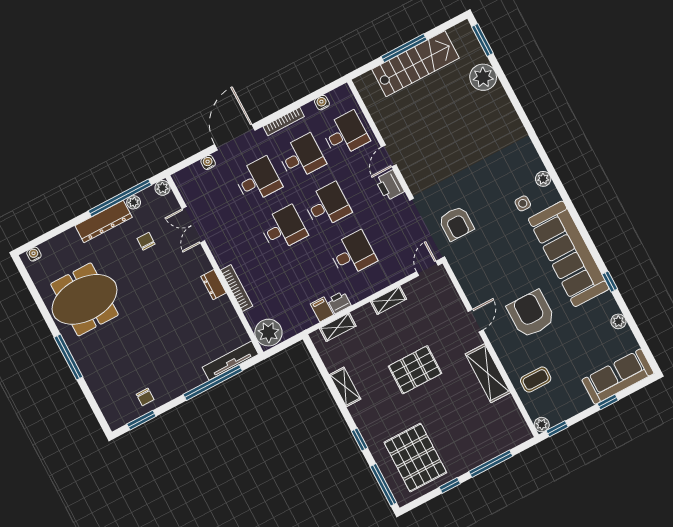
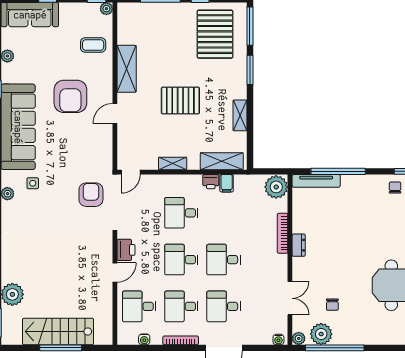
water cooler: (208, 162) -> (278, 340), moved
plant: (134, 202) -> (321, 334), width x1.87, depth x1.87
dresser: (104, 222) -> (357, 337), removed
shelving: (338, 327) -> (222, 161), width x1.50, depth x1.33
window: (360, 439) -> (250, 70), width x1.50

